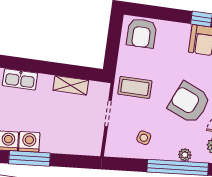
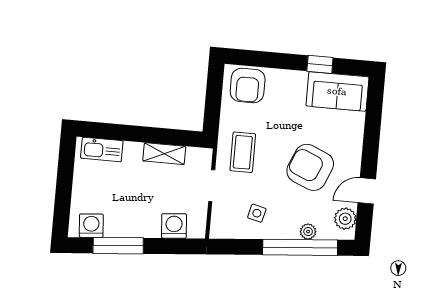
coffee table: (135, 87) -> (243, 152), turned 90
washing machine: (29, 142) -> (174, 226), moved

